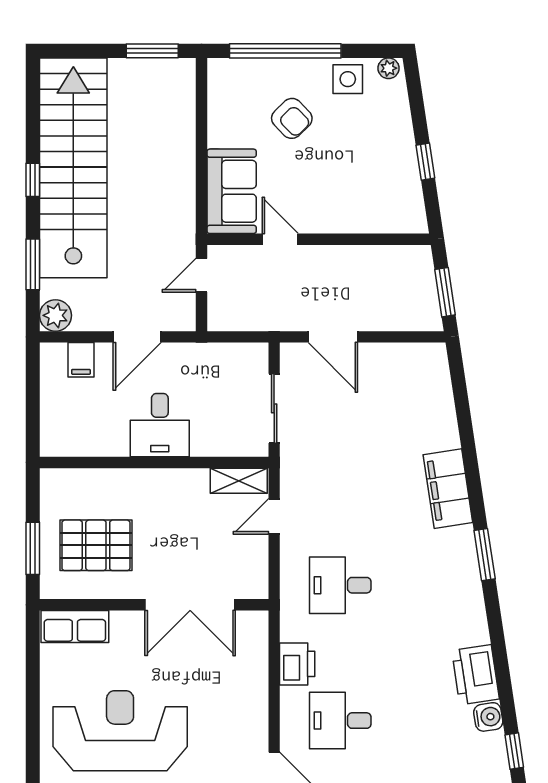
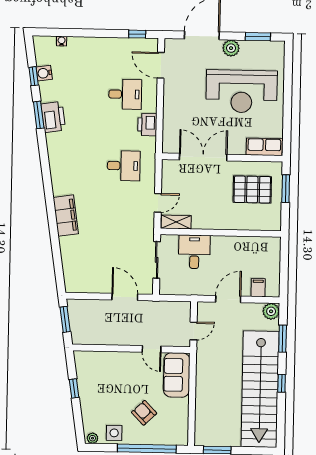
desk: (160, 425) -> (194, 252), moved
window: (485, 555) -> (39, 115), moved
water cooler: (488, 717) -> (44, 73), moved

